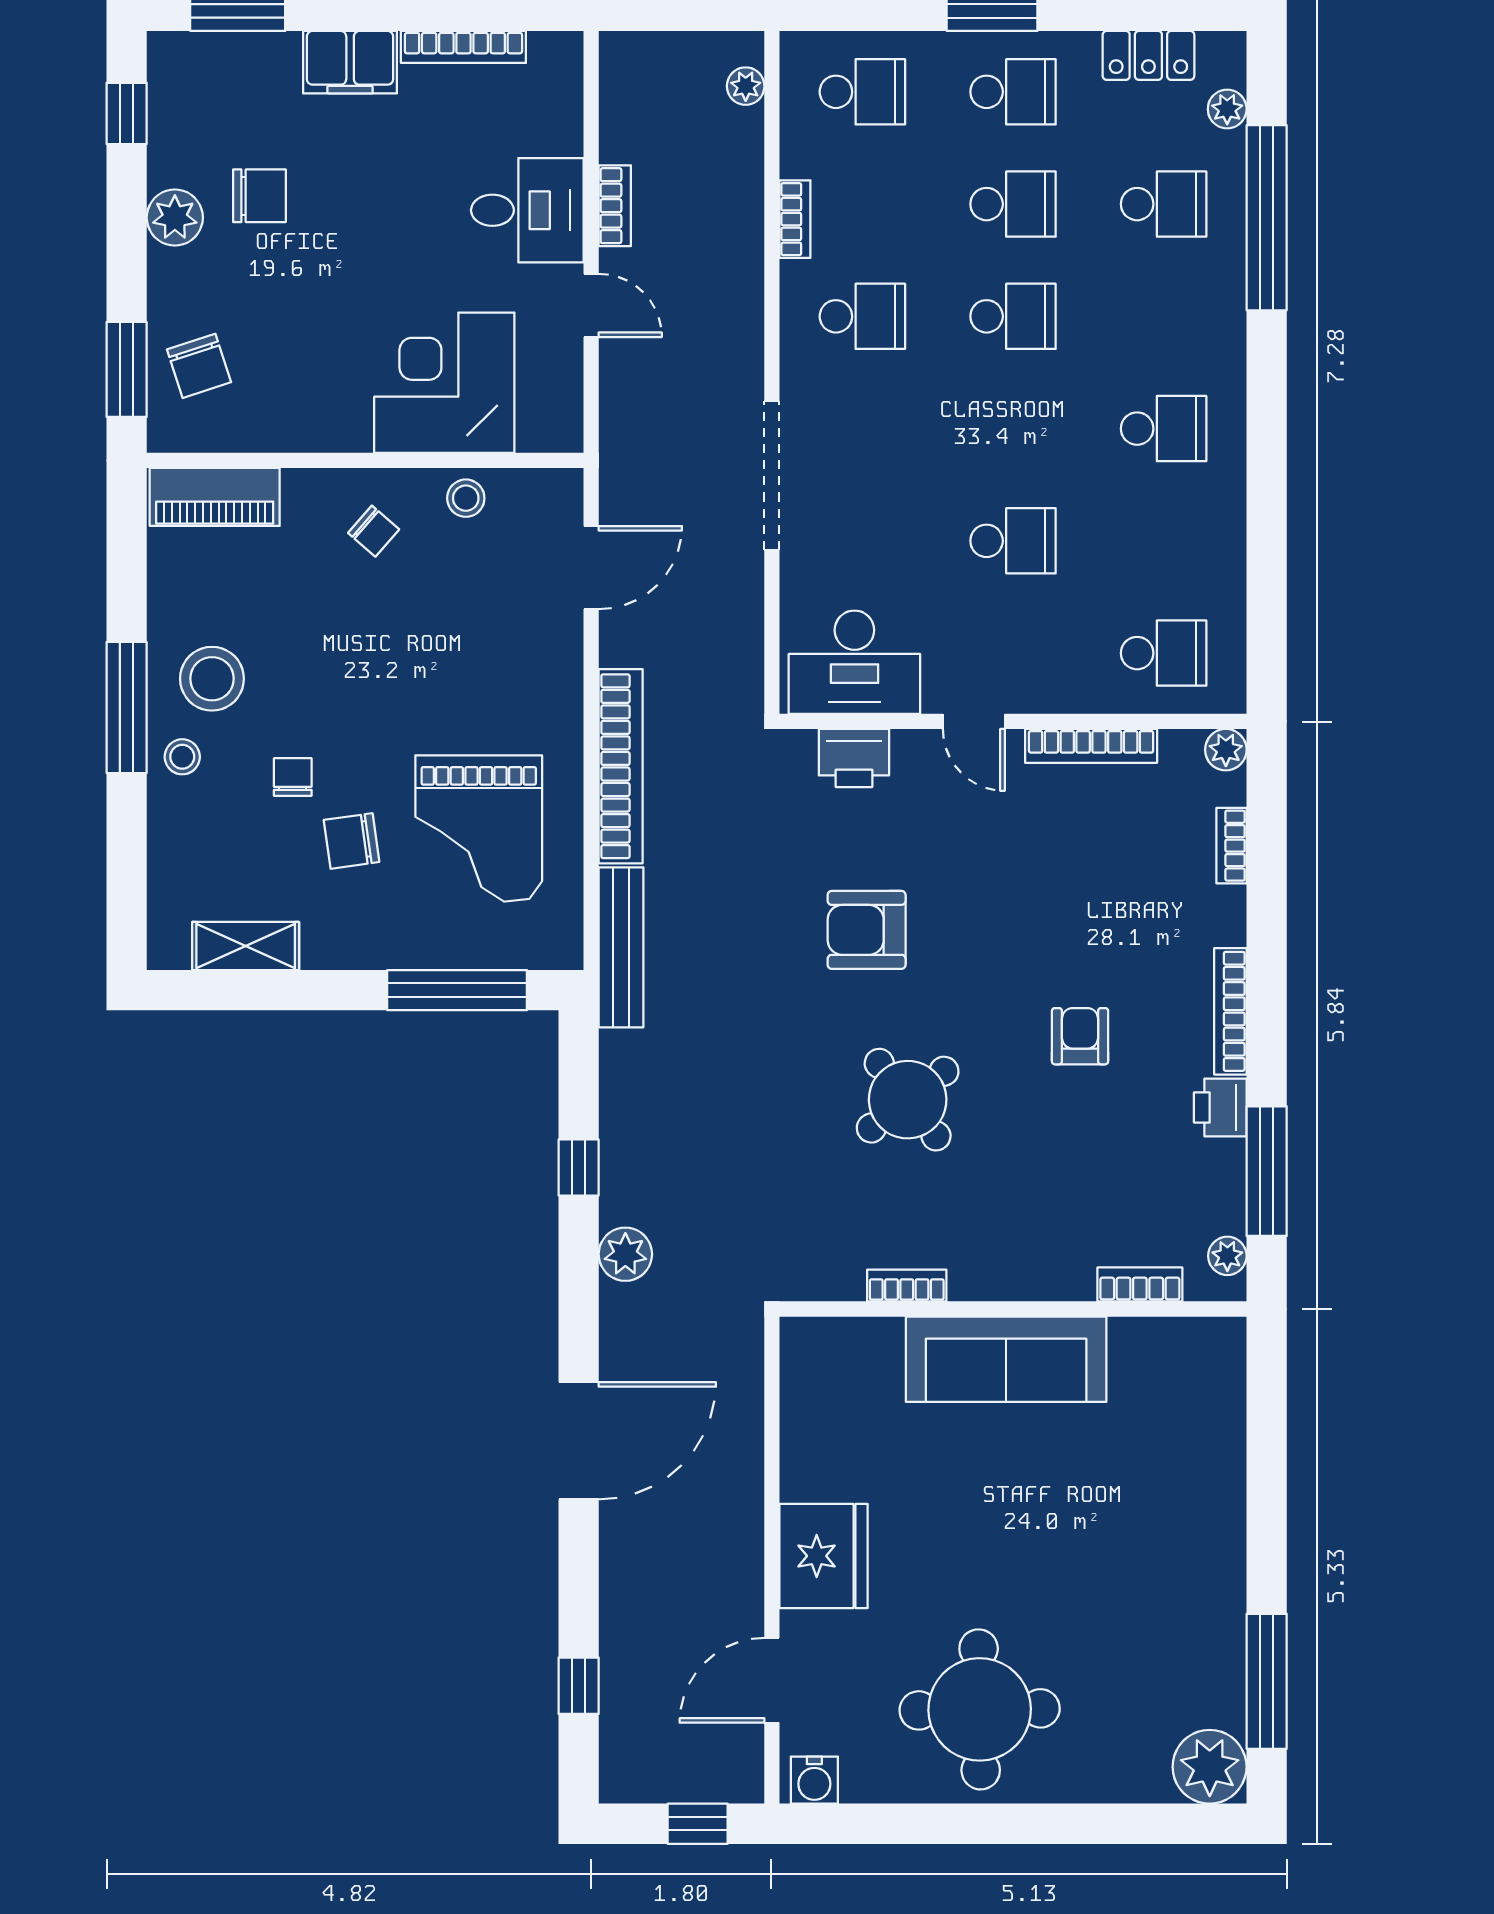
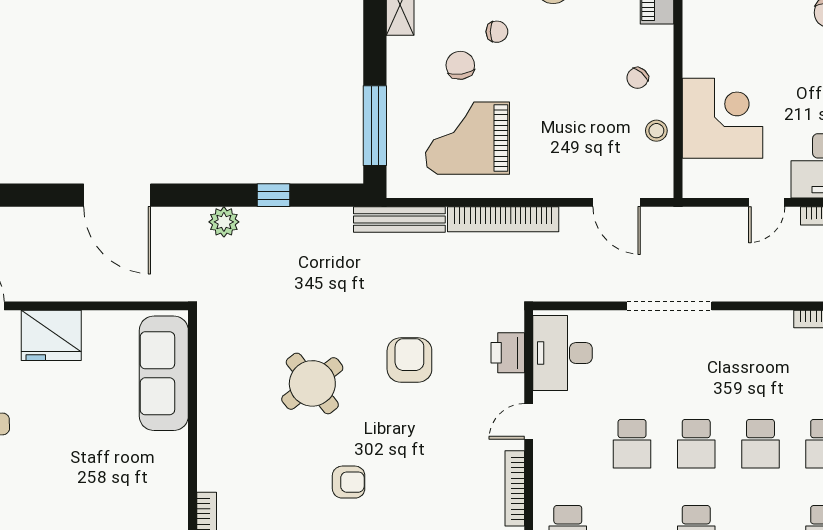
school desk: (862, 316) -> (696, 444), moved
bookcase: (907, 1286) -> (206, 383), removed
sofa: (1006, 1359) -> (164, 373), moved

